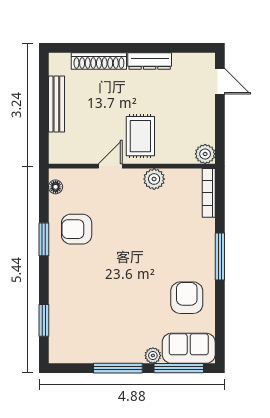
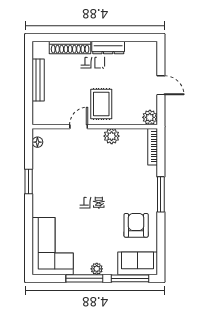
door: (220, 81) -> (161, 85), moved
armchair: (77, 229) -> (53, 174), removed
window: (44, 320) -> (29, 242), removed
corner sofa: (76, 325) -> (53, 246), added
plant: (153, 356) -> (97, 269), moved

